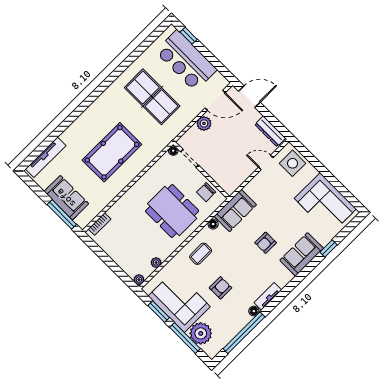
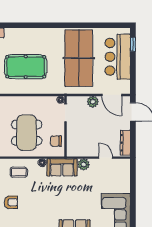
table tennis table: (152, 97) -> (79, 58), width x1.36, depth x1.32
side table: (293, 163) -> (120, 173), removed
plant: (252, 188) -> (84, 164), added
armchair: (266, 243) -> (61, 202), removed

